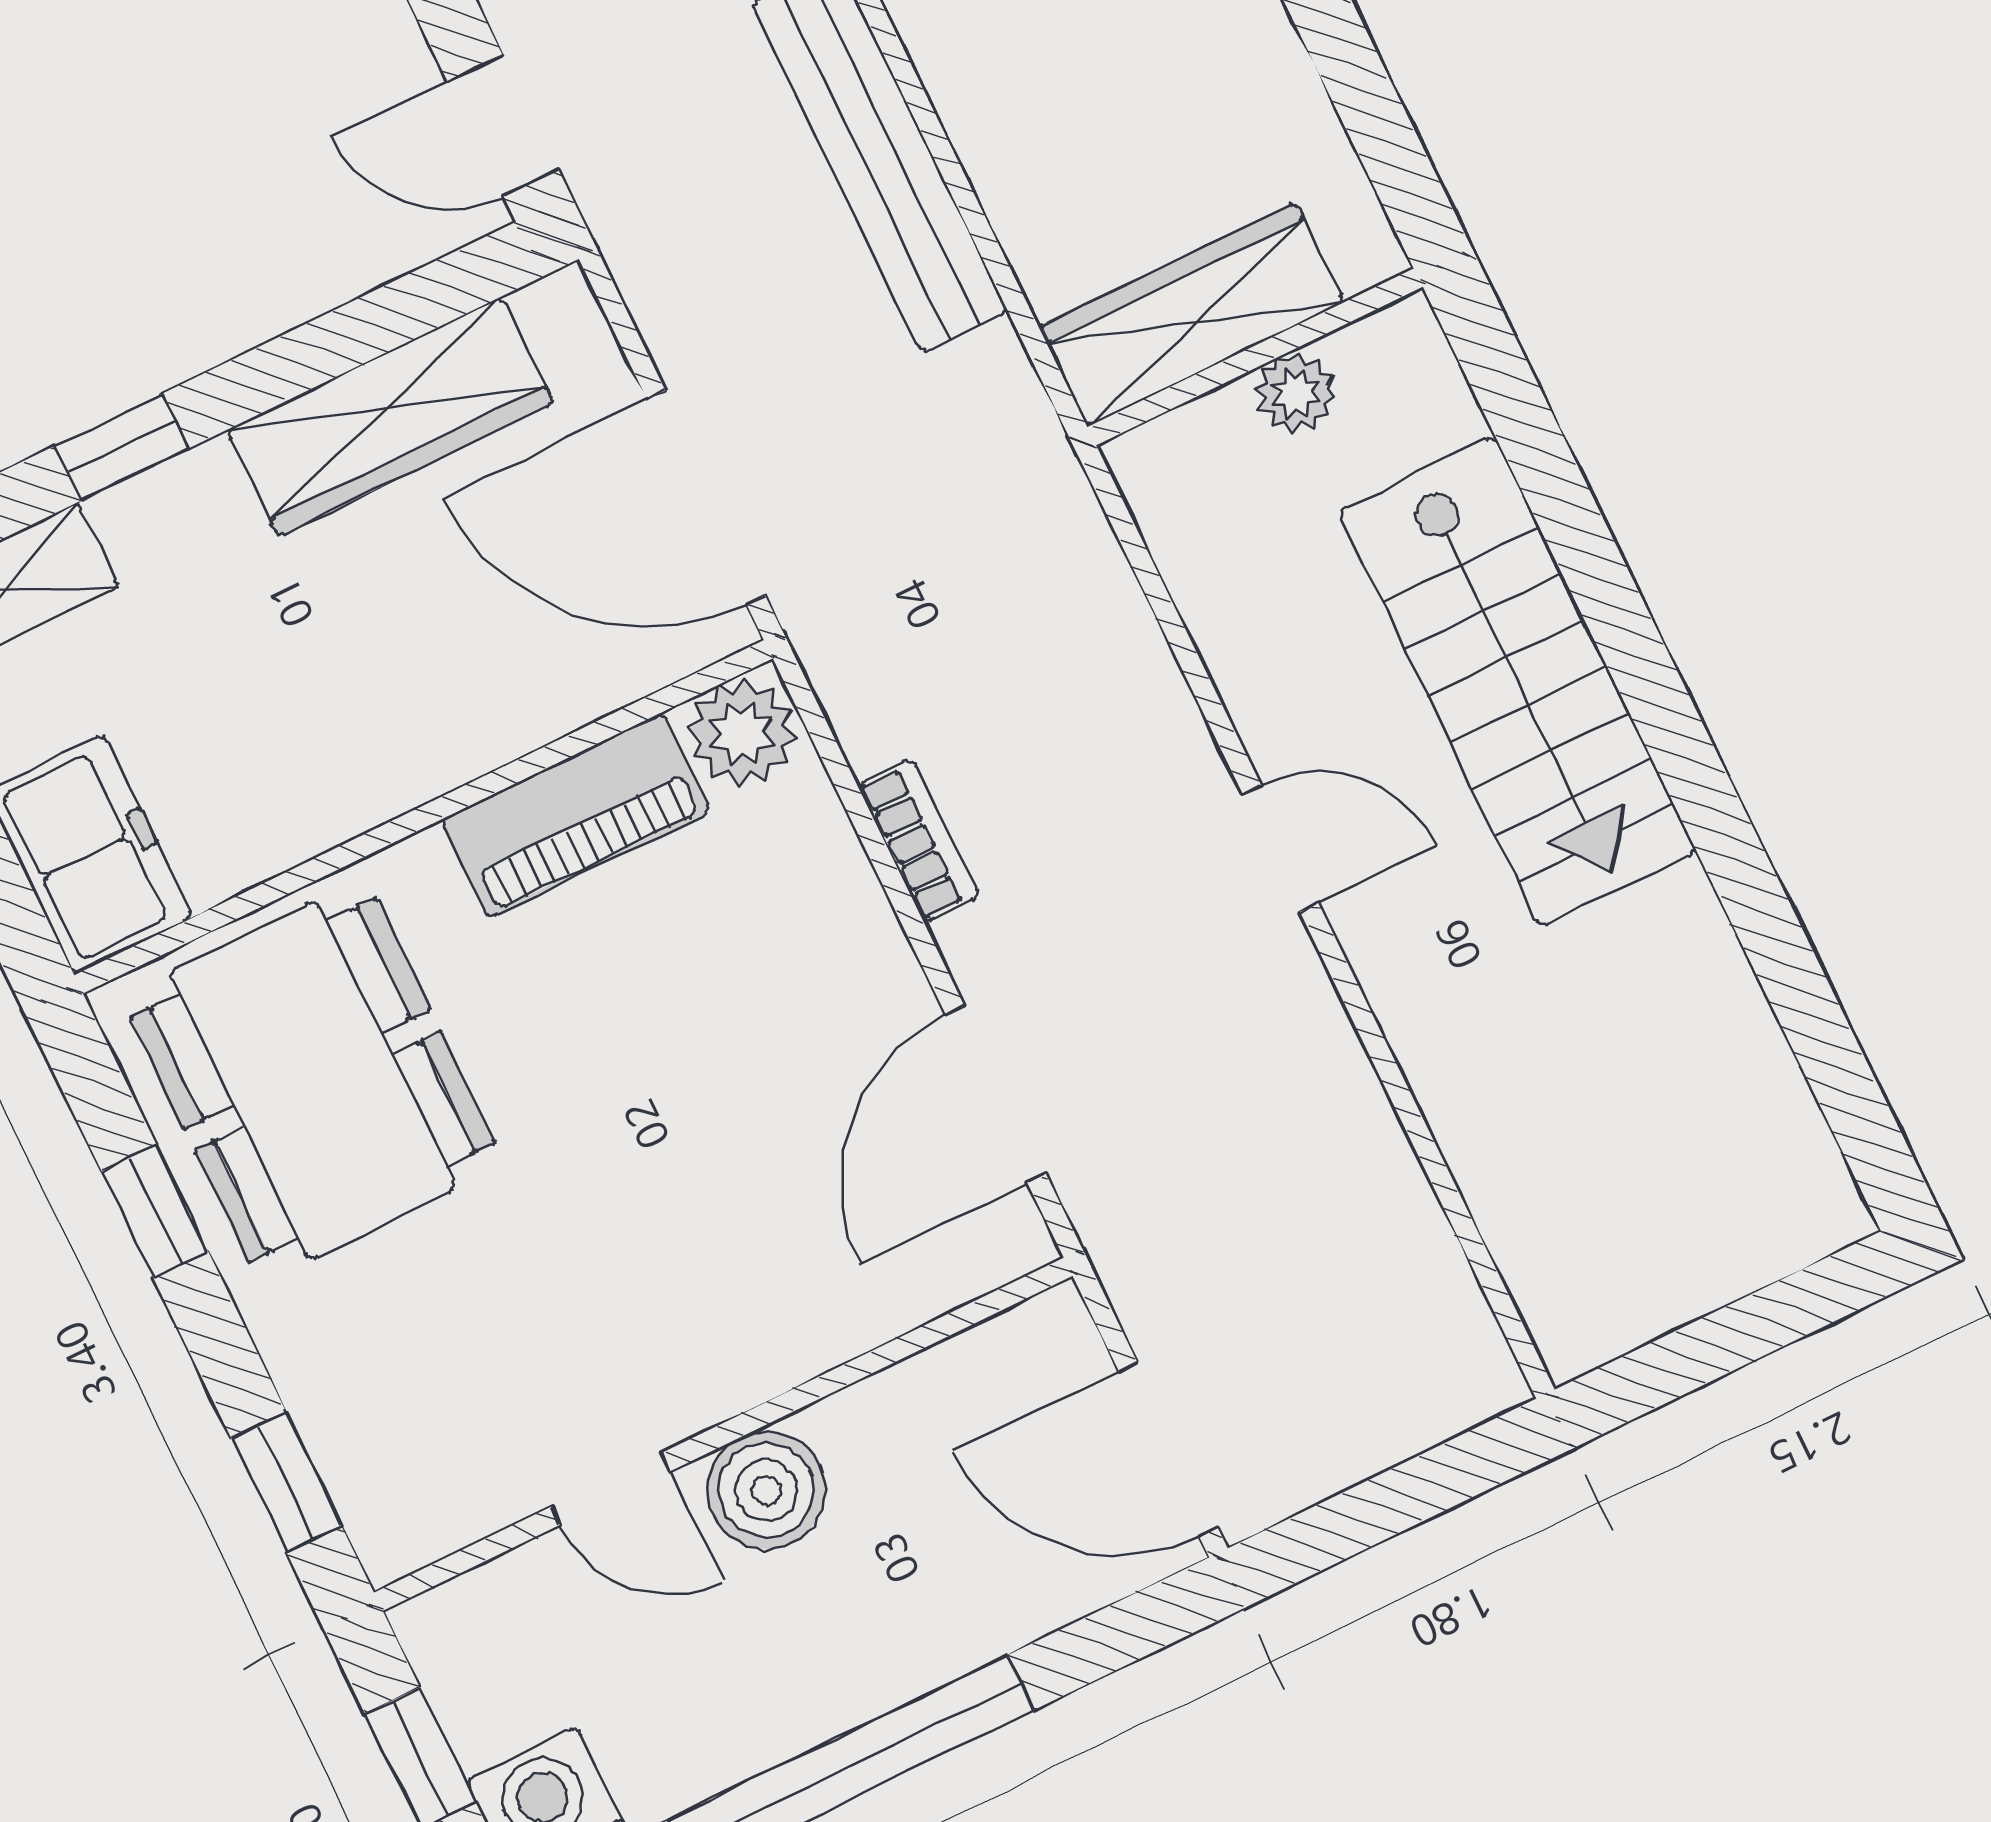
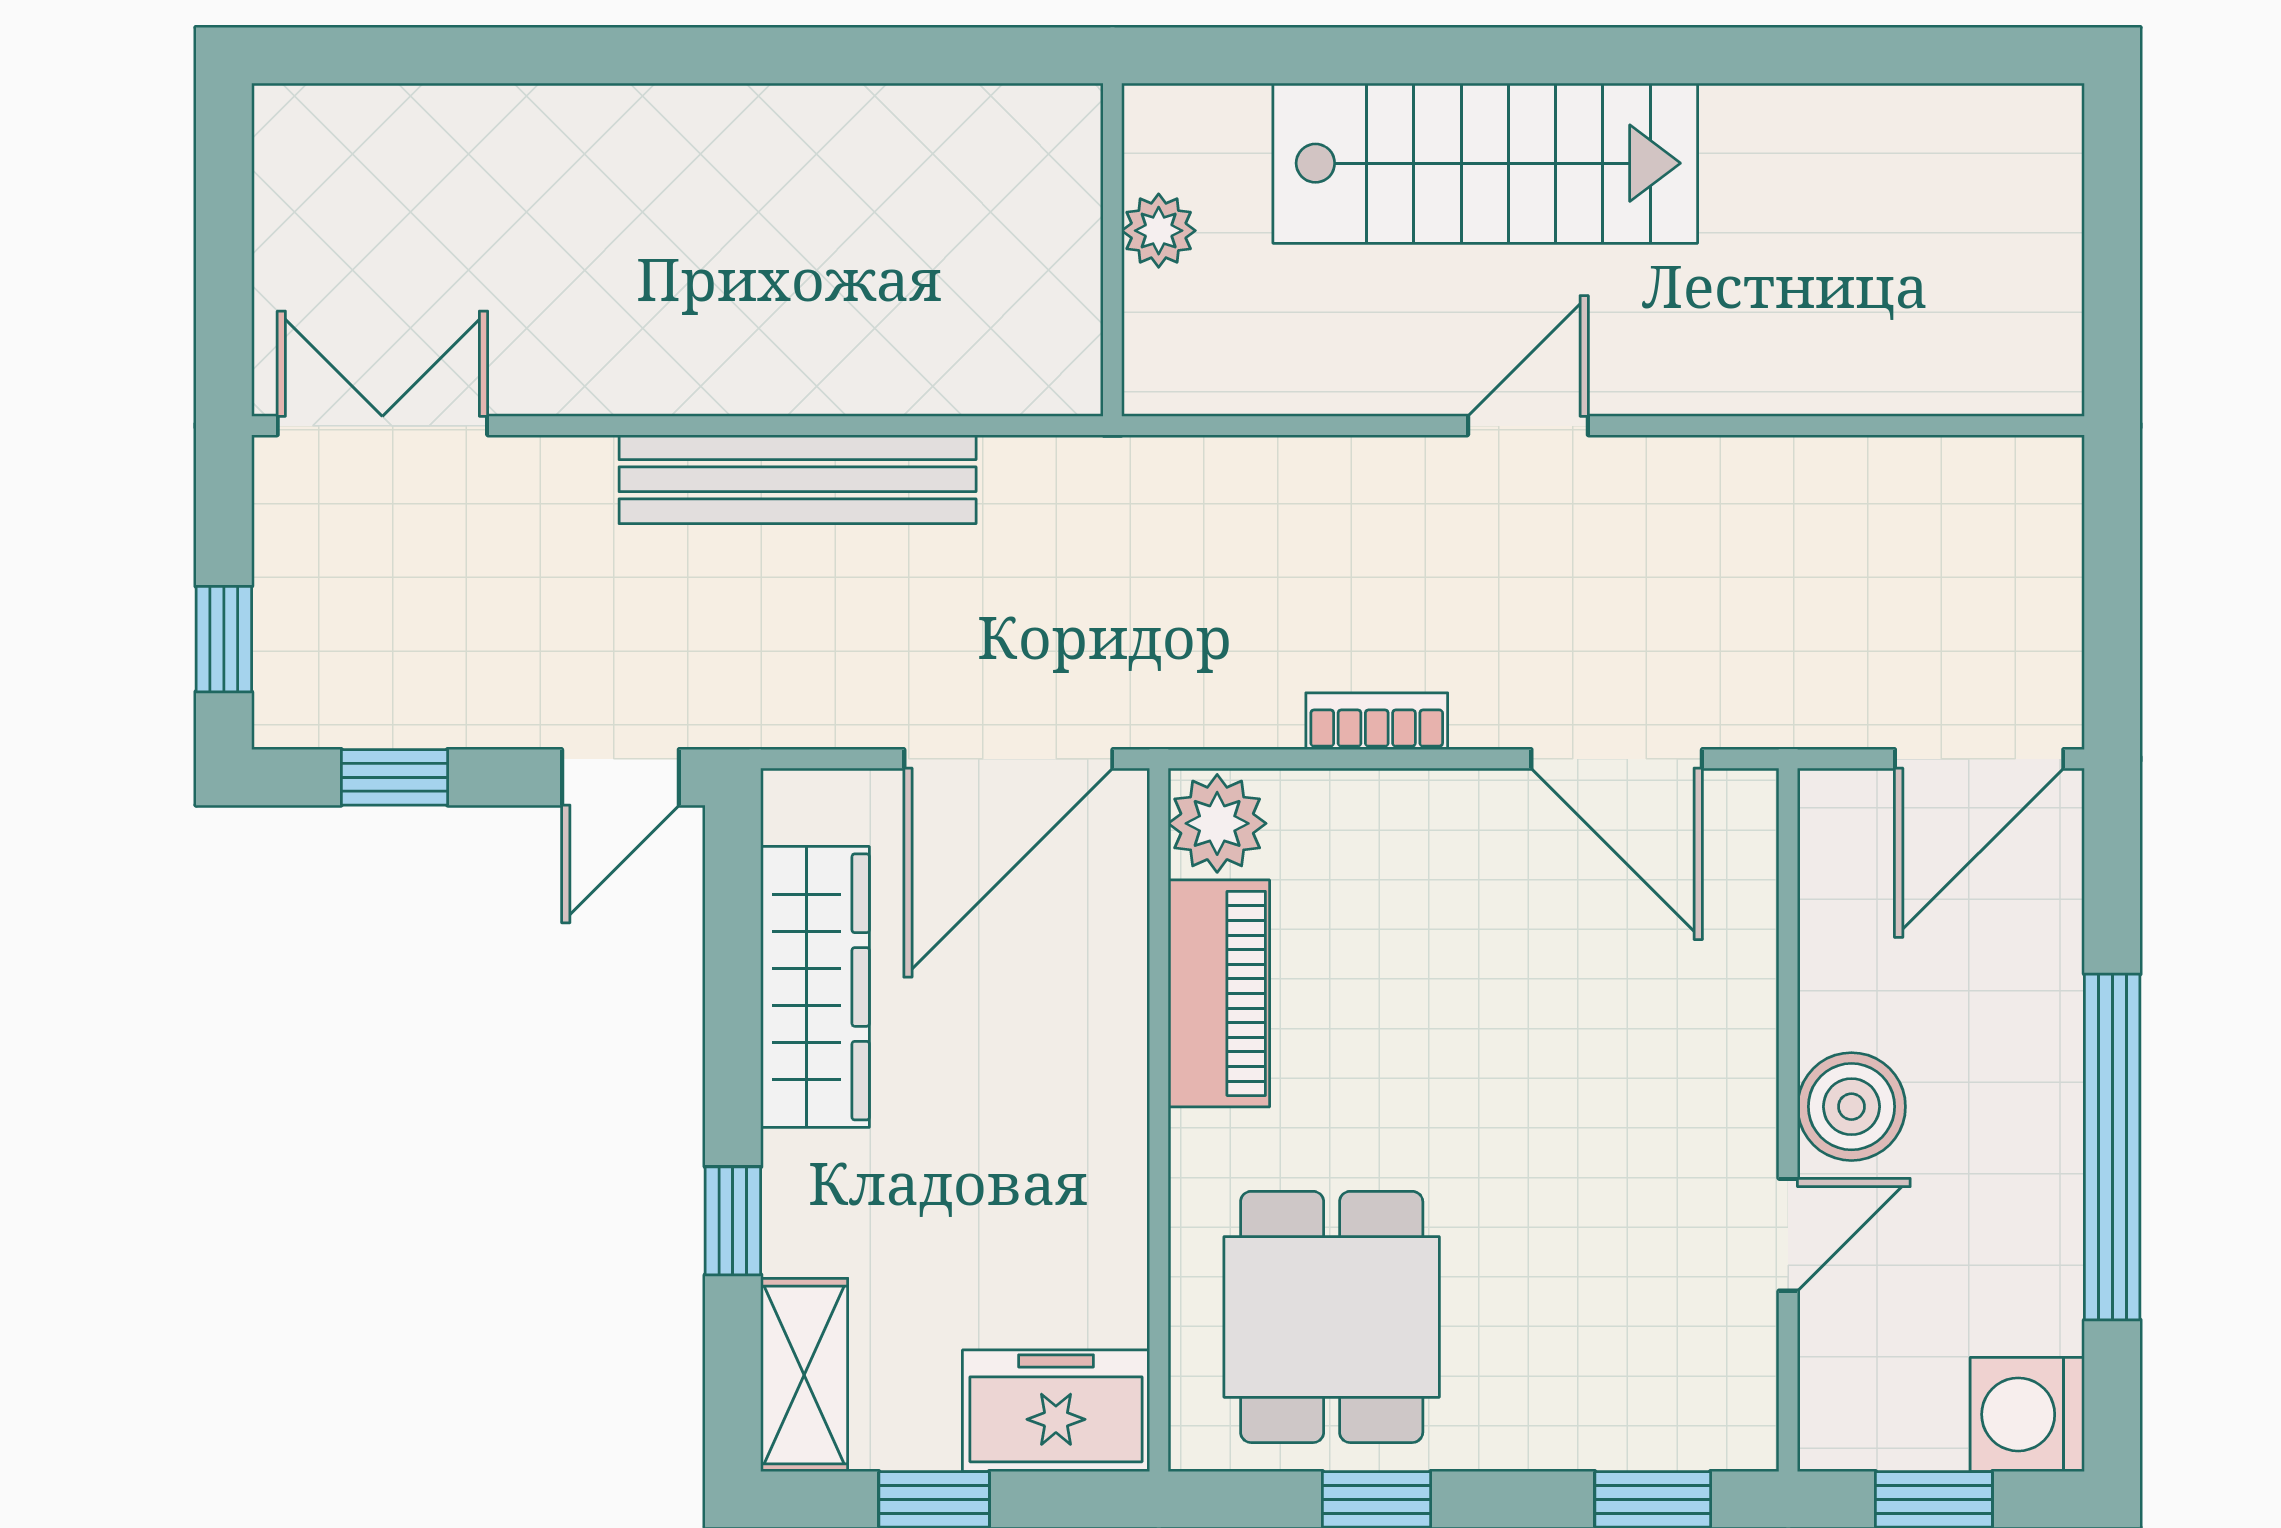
wardrobe: (1192, 315) -> (1052, 285), removed
dining table: (312, 1080) -> (1332, 1317), width x0.73

